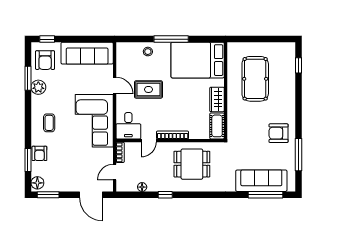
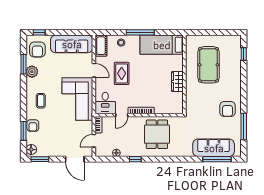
bed: (198, 60) -> (162, 45), width x0.67
rug: (148, 89) -> (122, 73), turned 90
cot: (217, 126) -> (101, 46), moved
armchair: (279, 133) -> (228, 109), turned -90
dining table: (192, 164) -> (157, 134), turned 90

